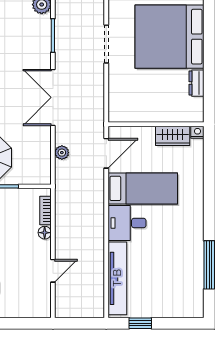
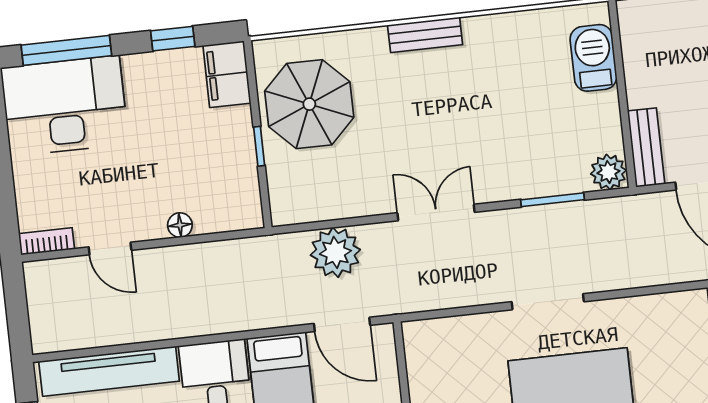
double door: (53, 97) -> (436, 213), width x0.73
plant: (62, 153) -> (335, 252), width x1.88, depth x1.88
bookcase: (45, 210) -> (46, 241), moved

